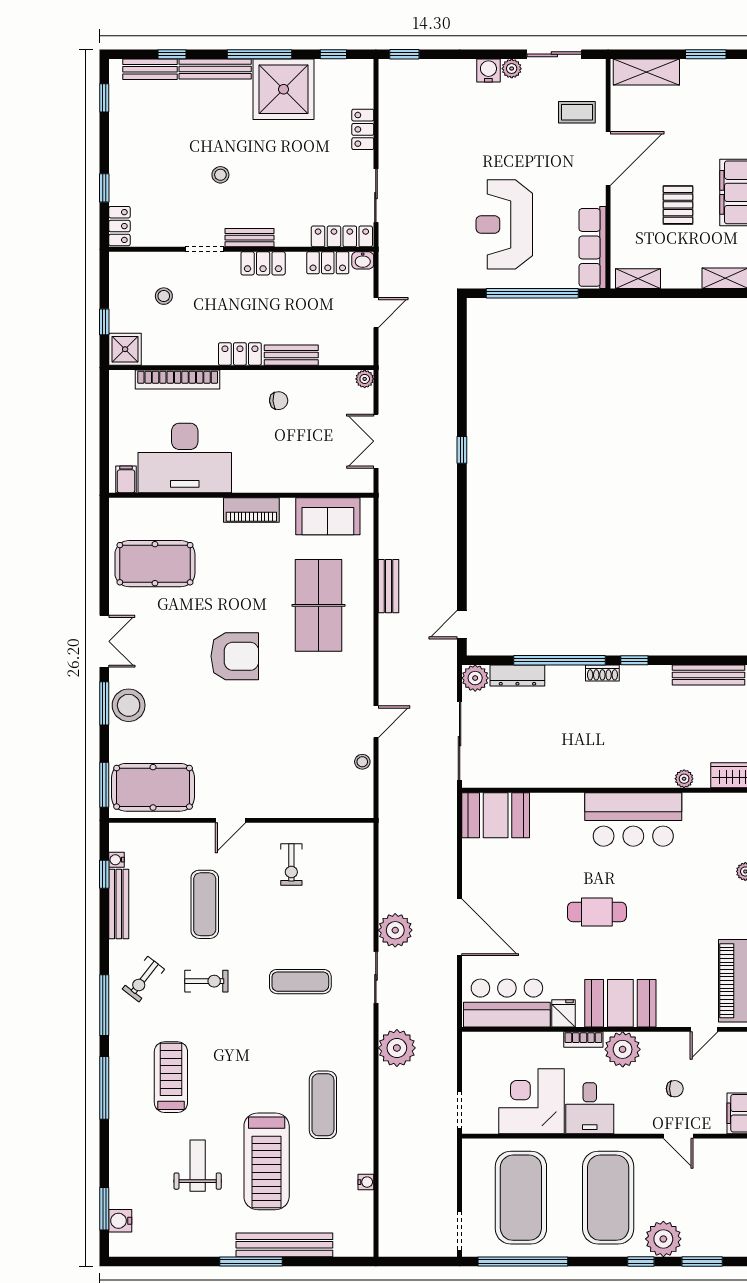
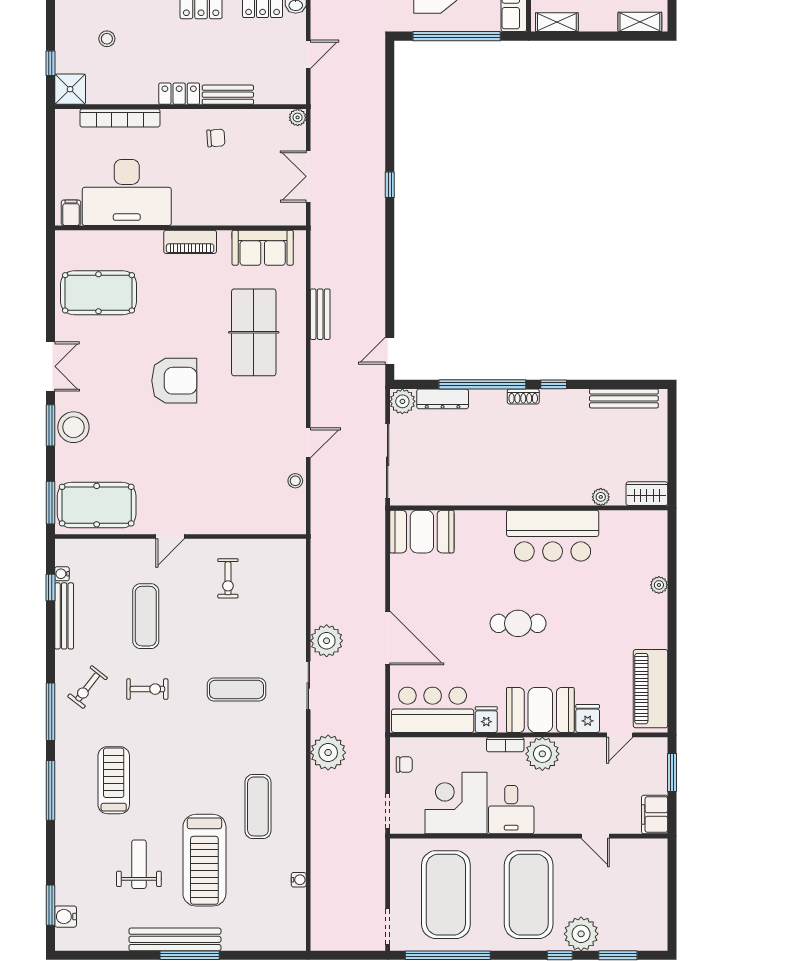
fridge: (670, 1012) -> (588, 719), added
chair: (675, 1089) -> (404, 765), moved
bench: (284, 1245) -> (175, 939), moved

